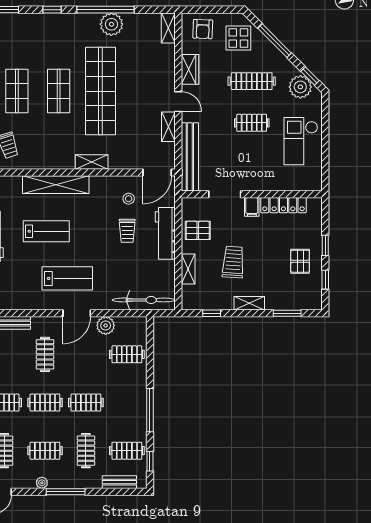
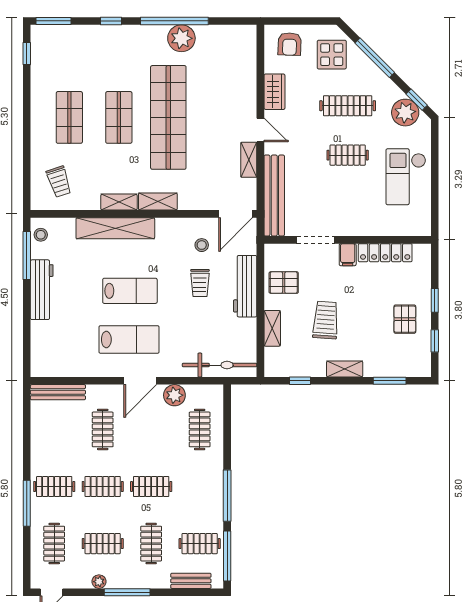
shelving: (168, 28) -> (119, 202), moved, turned 90
lab bench: (46, 231) -> (130, 291), moved
clothes rail: (127, 354) -> (200, 429), turned 90
window: (150, 461) -> (227, 556), width x2.17

